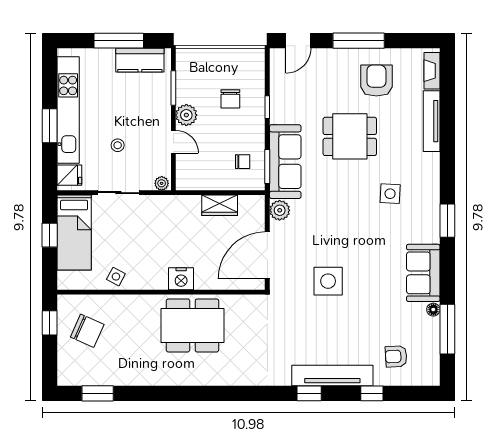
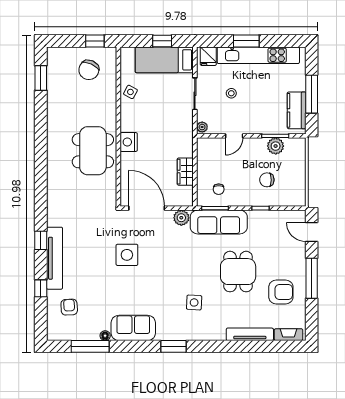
plant: (186, 115) -> (276, 146), moved

